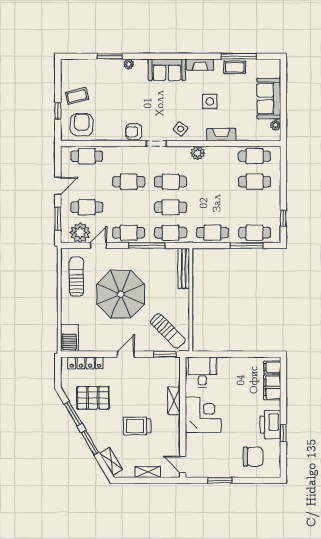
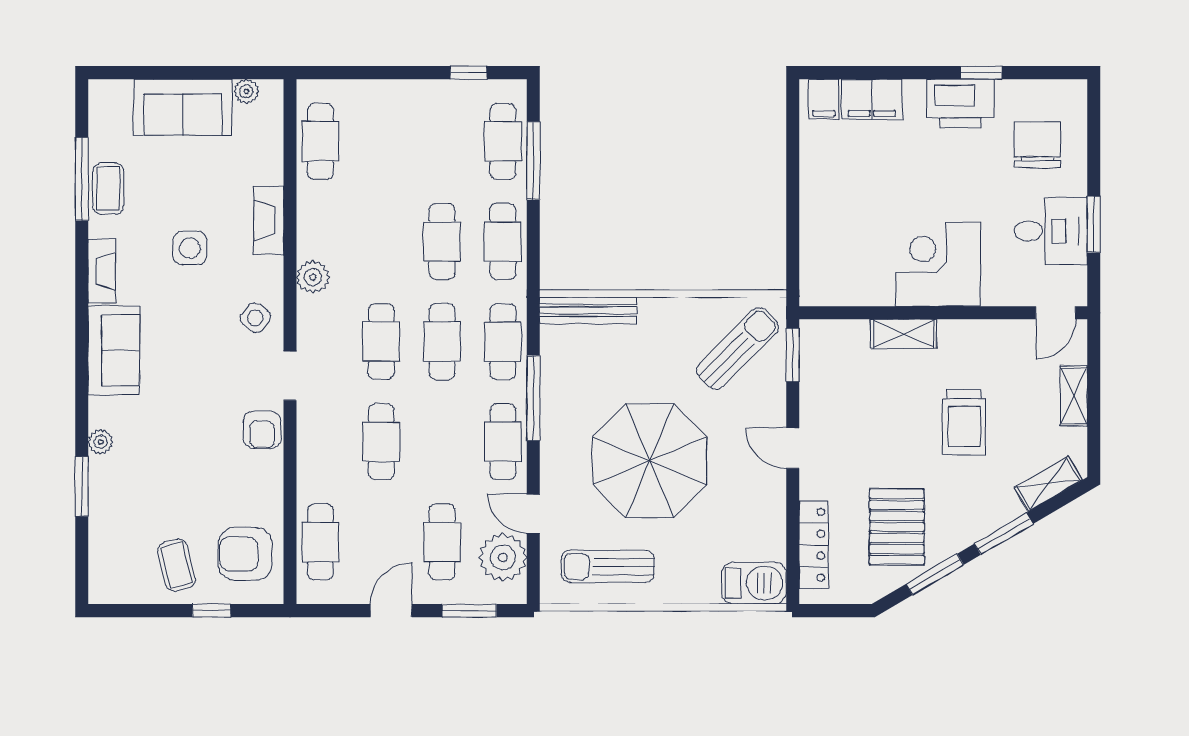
cafe table: (255, 182) -> (442, 242), moved
door: (58, 186) -> (391, 611), hinge flipped
desk: (202, 372) -> (1051, 231), moved, turned 180

